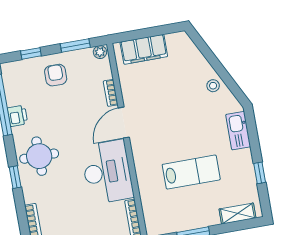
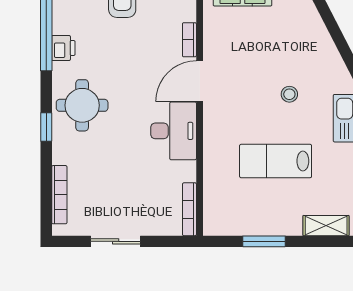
stool: (213, 86) -> (289, 94), moved
desk: (107, 172) -> (174, 131), width x0.73, depth x0.77
lab bench: (191, 172) -> (276, 161), turned 180

